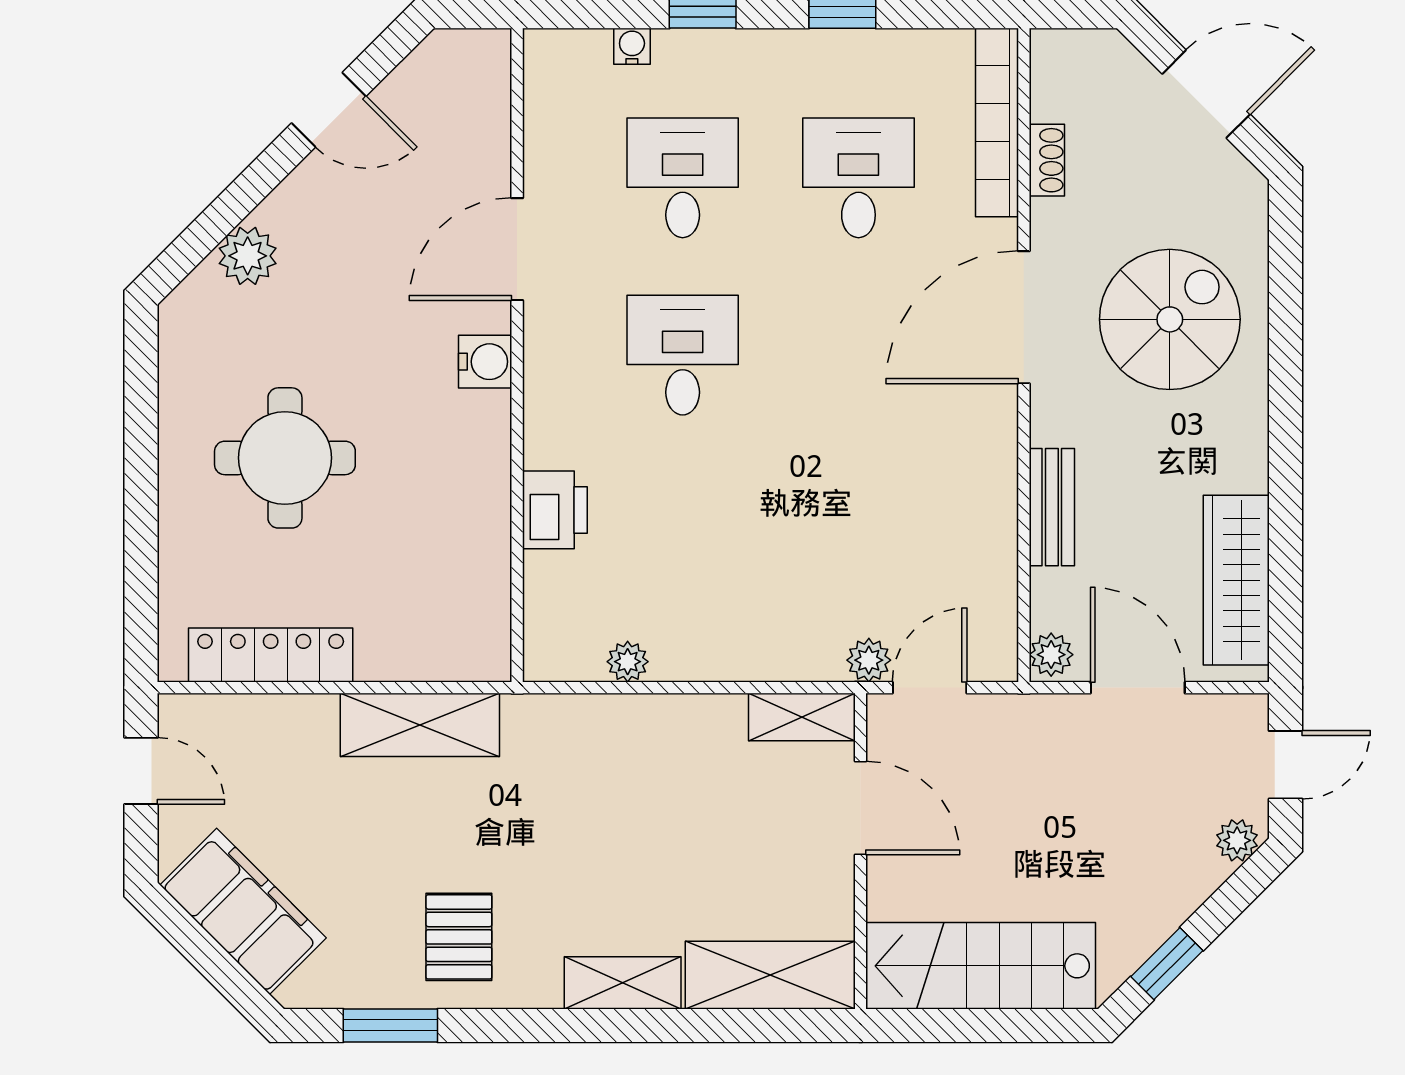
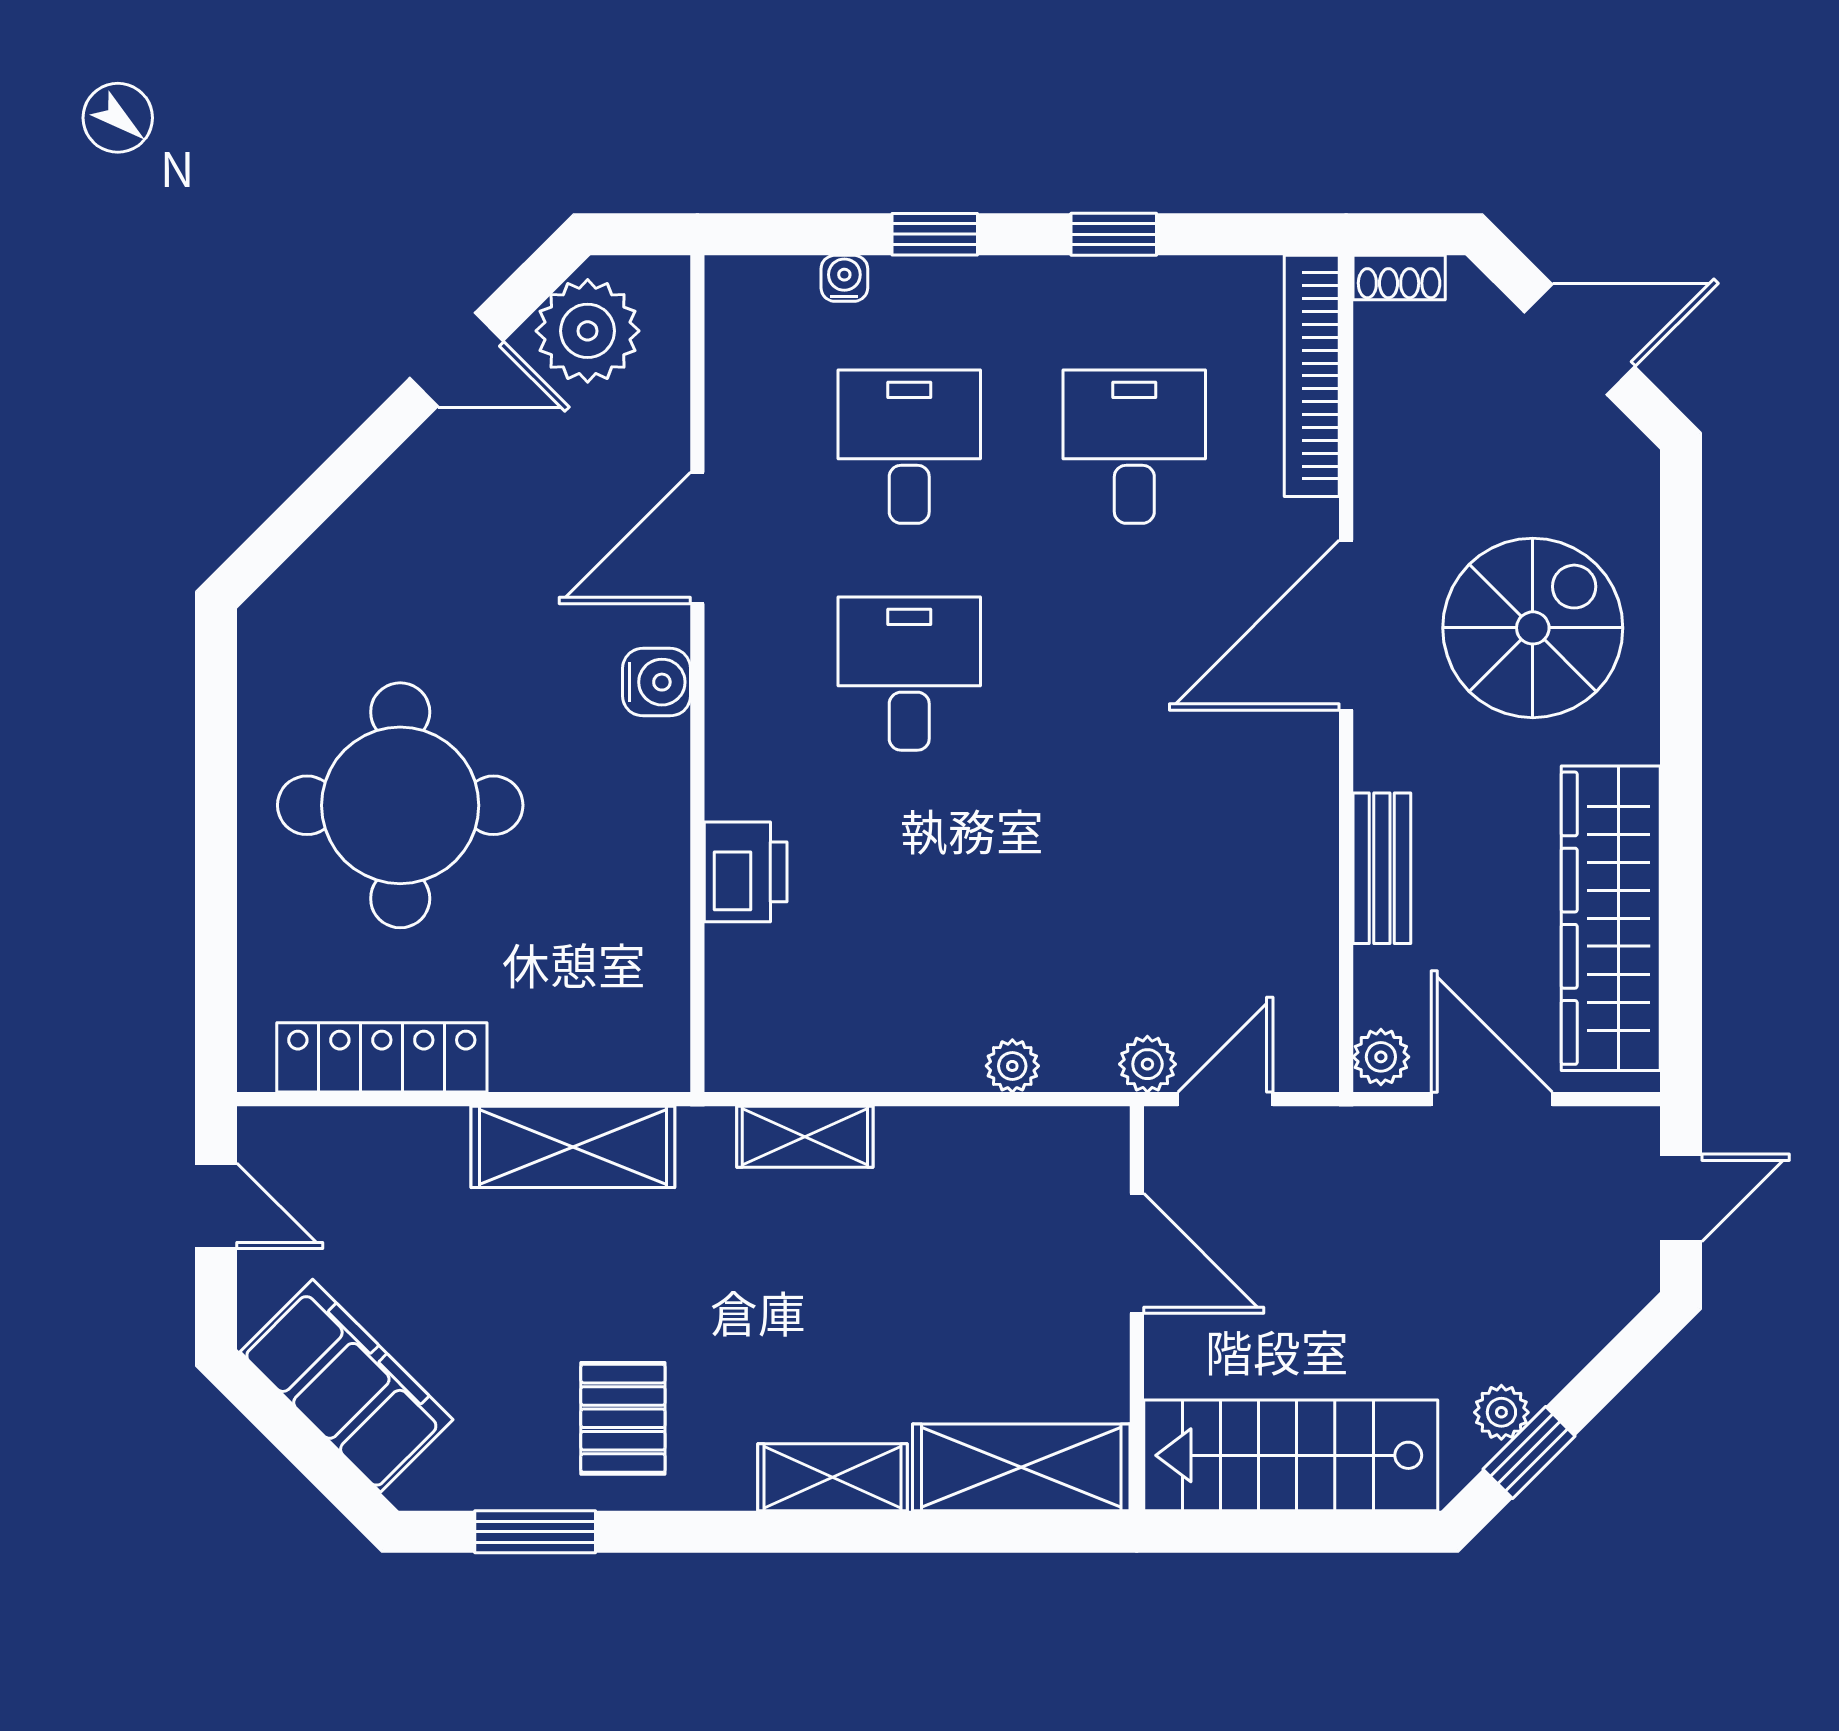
shoe rack: (1047, 160) -> (1399, 277), moved, turned 90
plant: (248, 256) -> (588, 331), moved, width x1.36, depth x1.36
round table: (285, 458) -> (400, 805), width x1.36, depth x1.36
wardrobe: (1236, 580) -> (1611, 918), width x1.40, depth x1.17
plant: (628, 662) -> (1012, 1066), moved
shelving: (802, 717) -> (805, 1137), moved
plant: (1237, 840) -> (1501, 1412), moved

